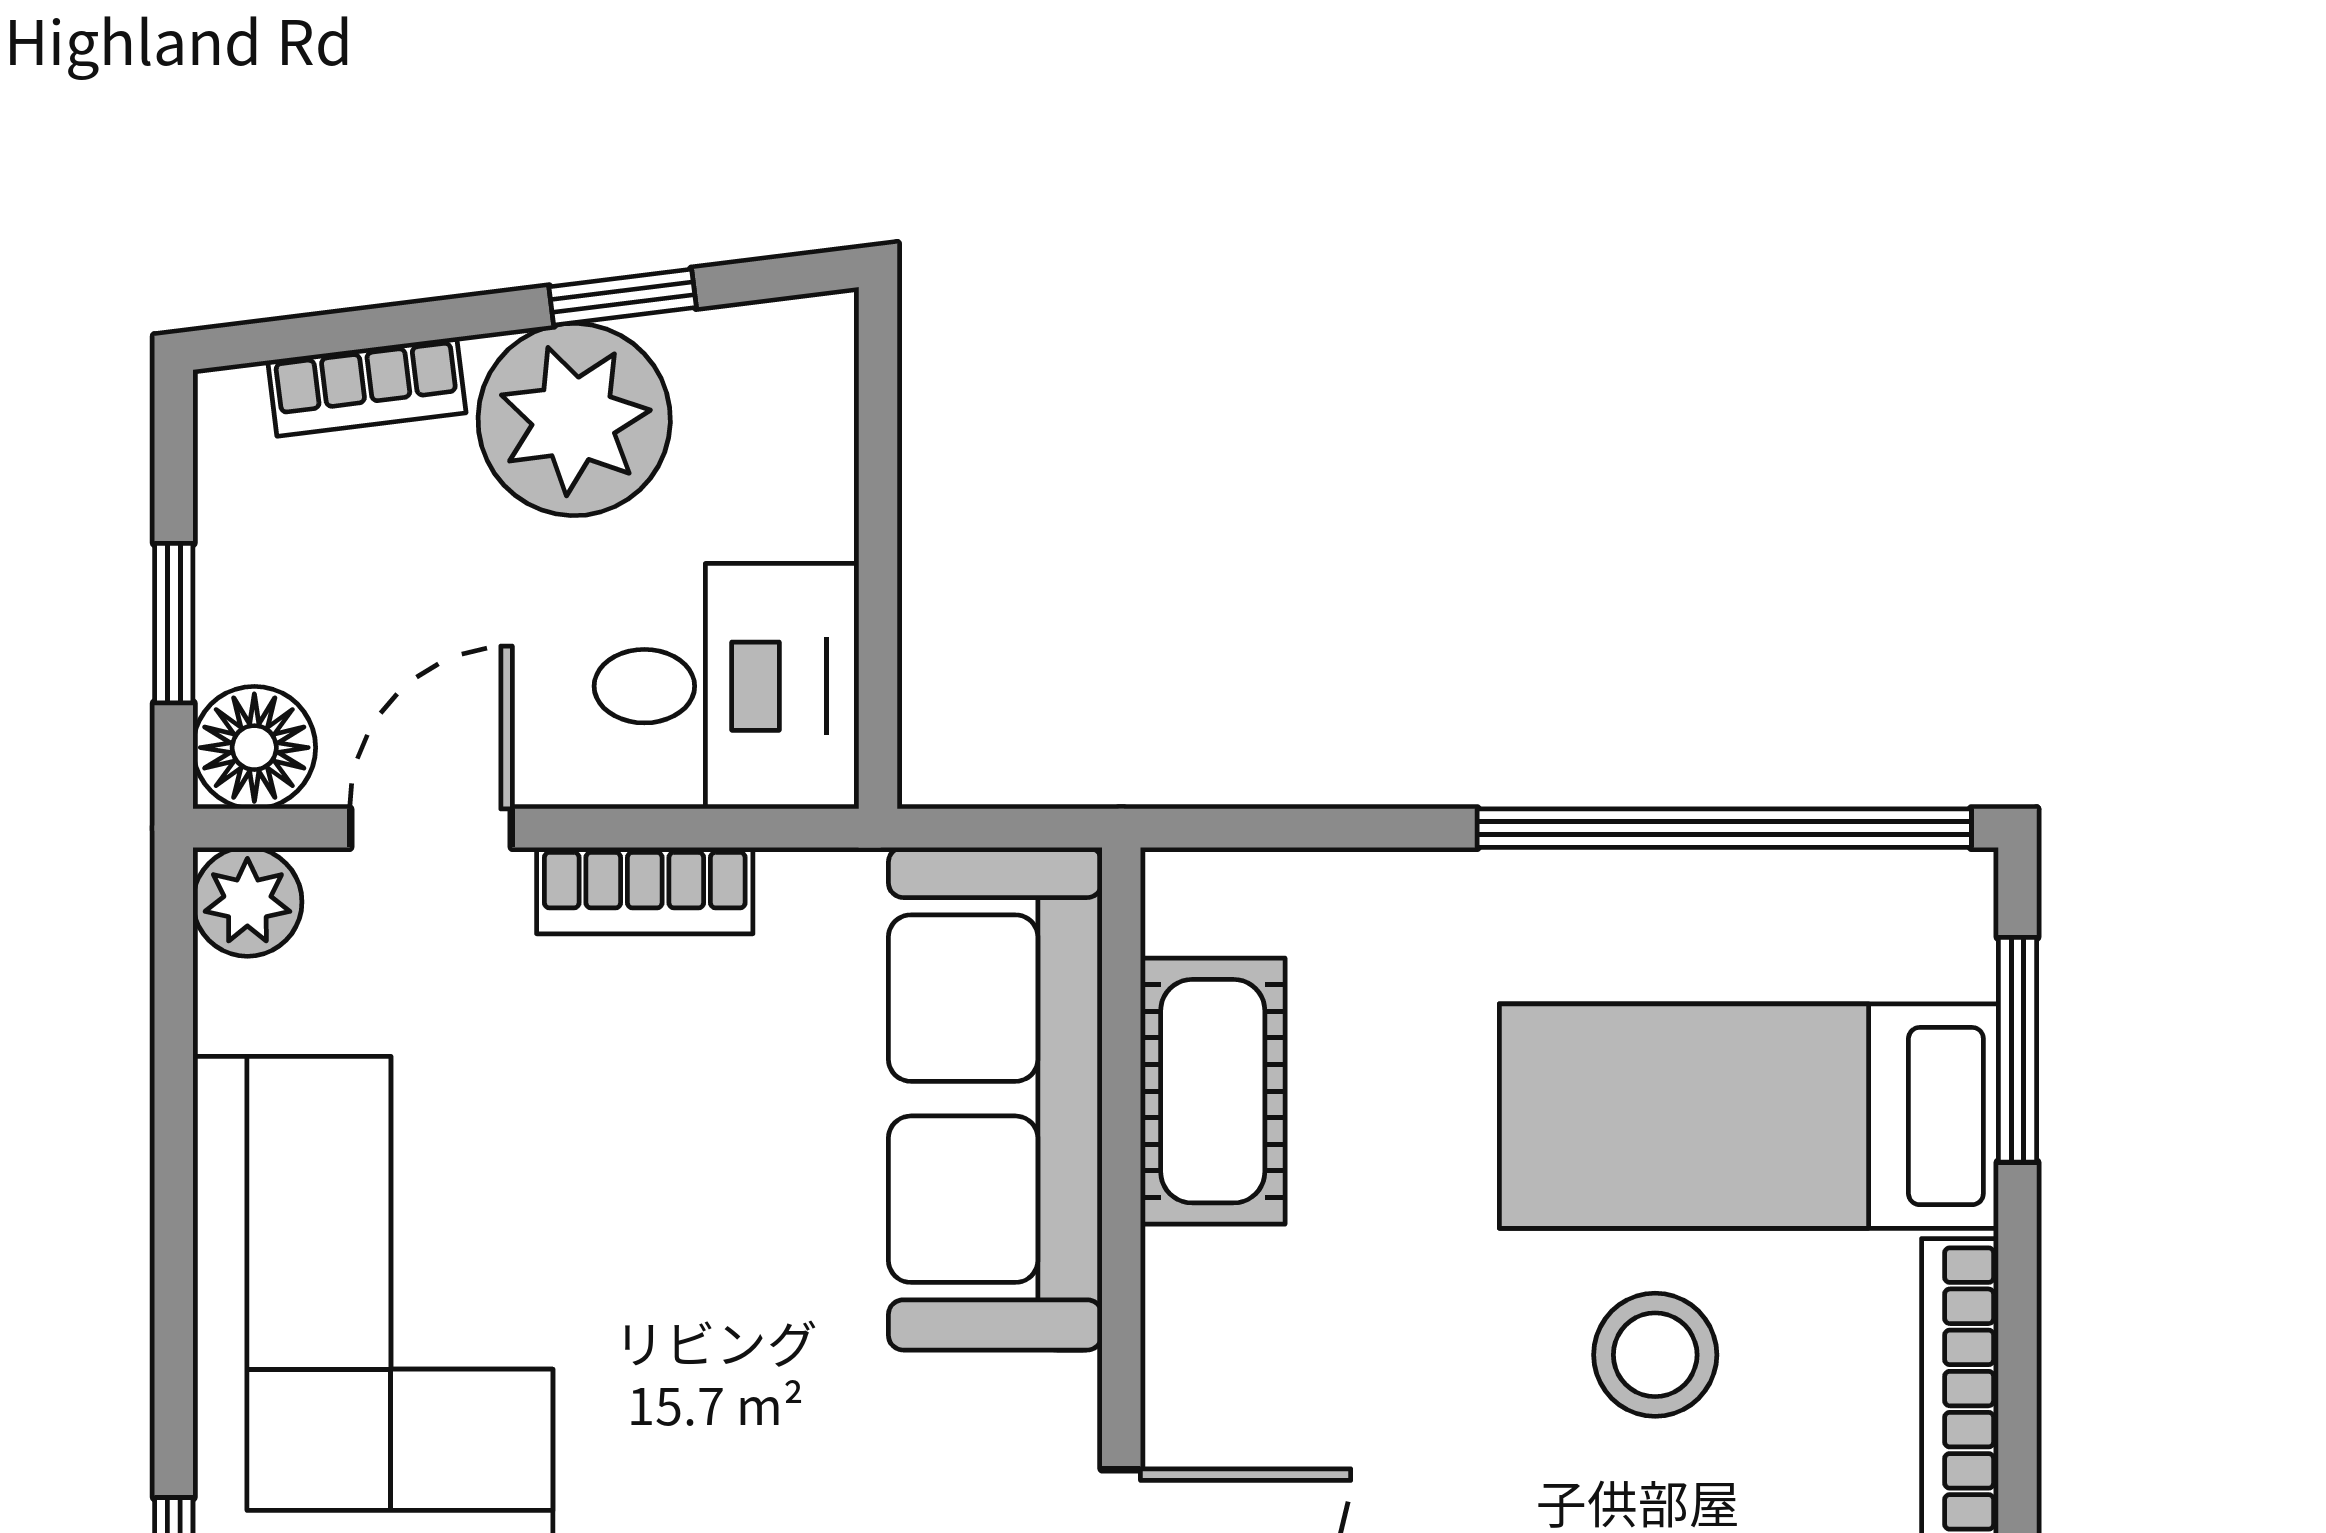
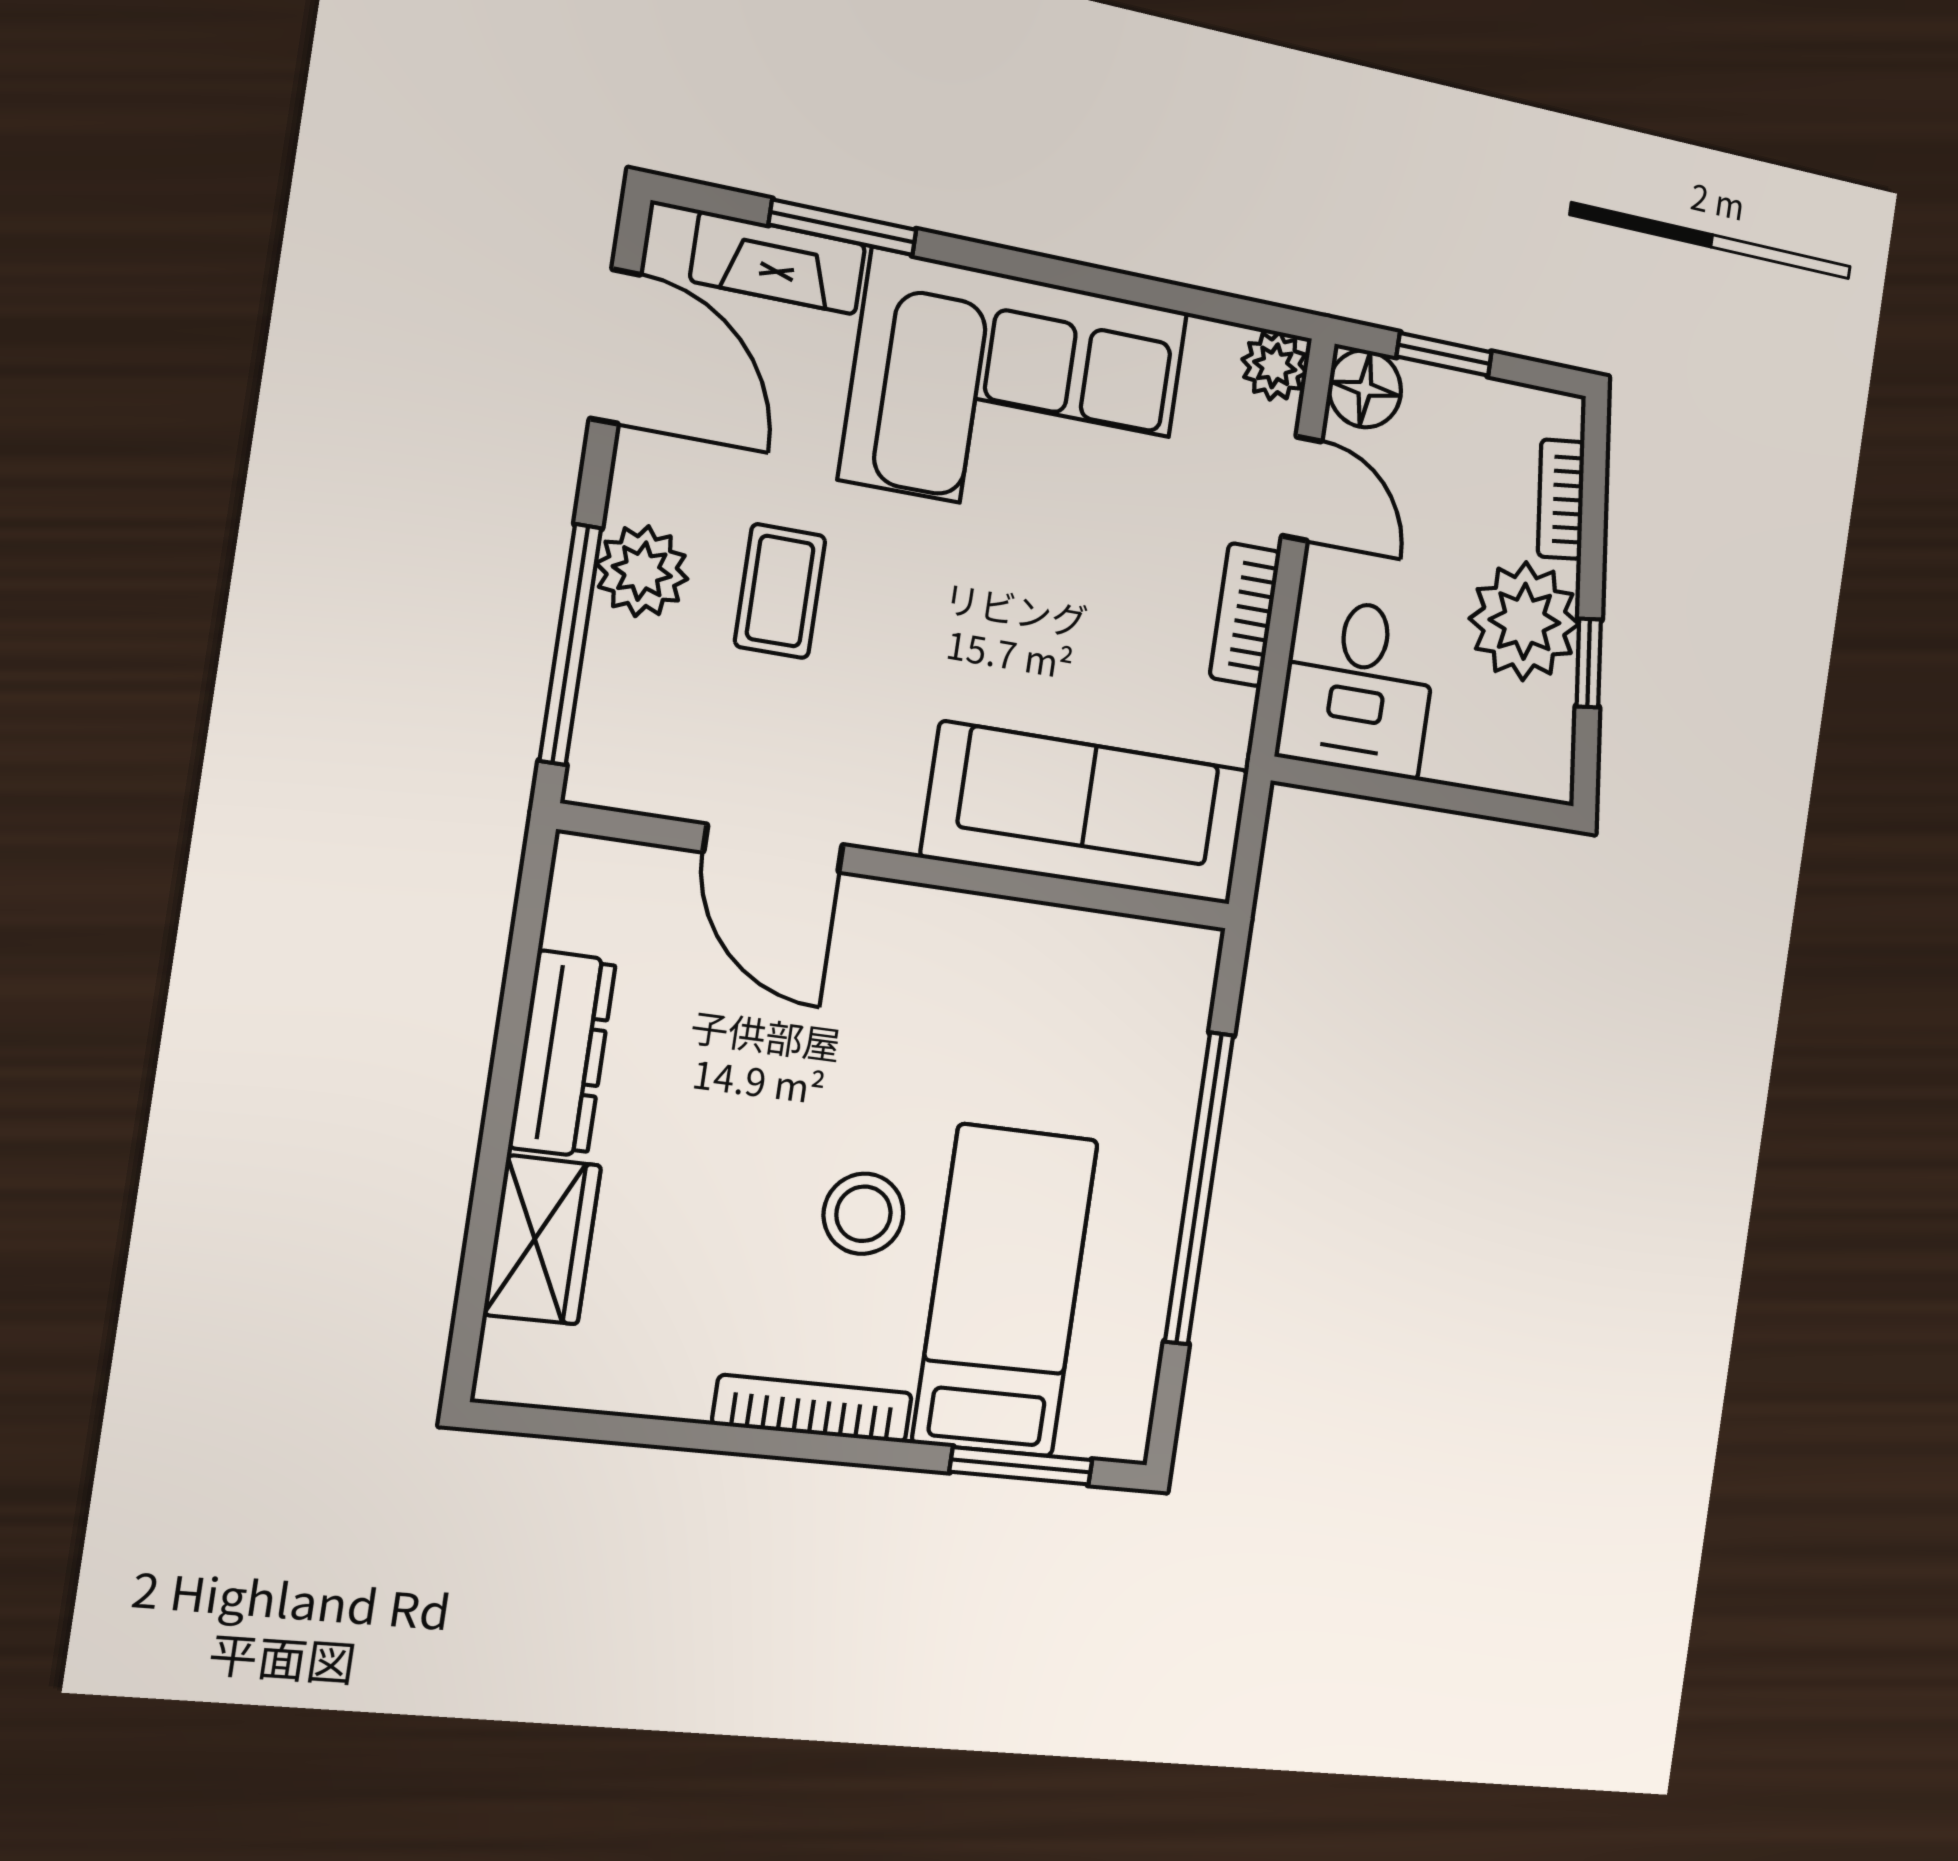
window: (1724, 828) -> (1199, 1188), moved
cot: (1213, 1091) -> (1071, 952), removed

